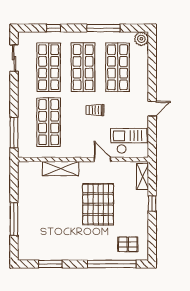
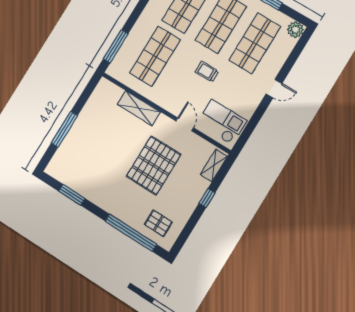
door: (152, 109) -> (274, 89), moved

